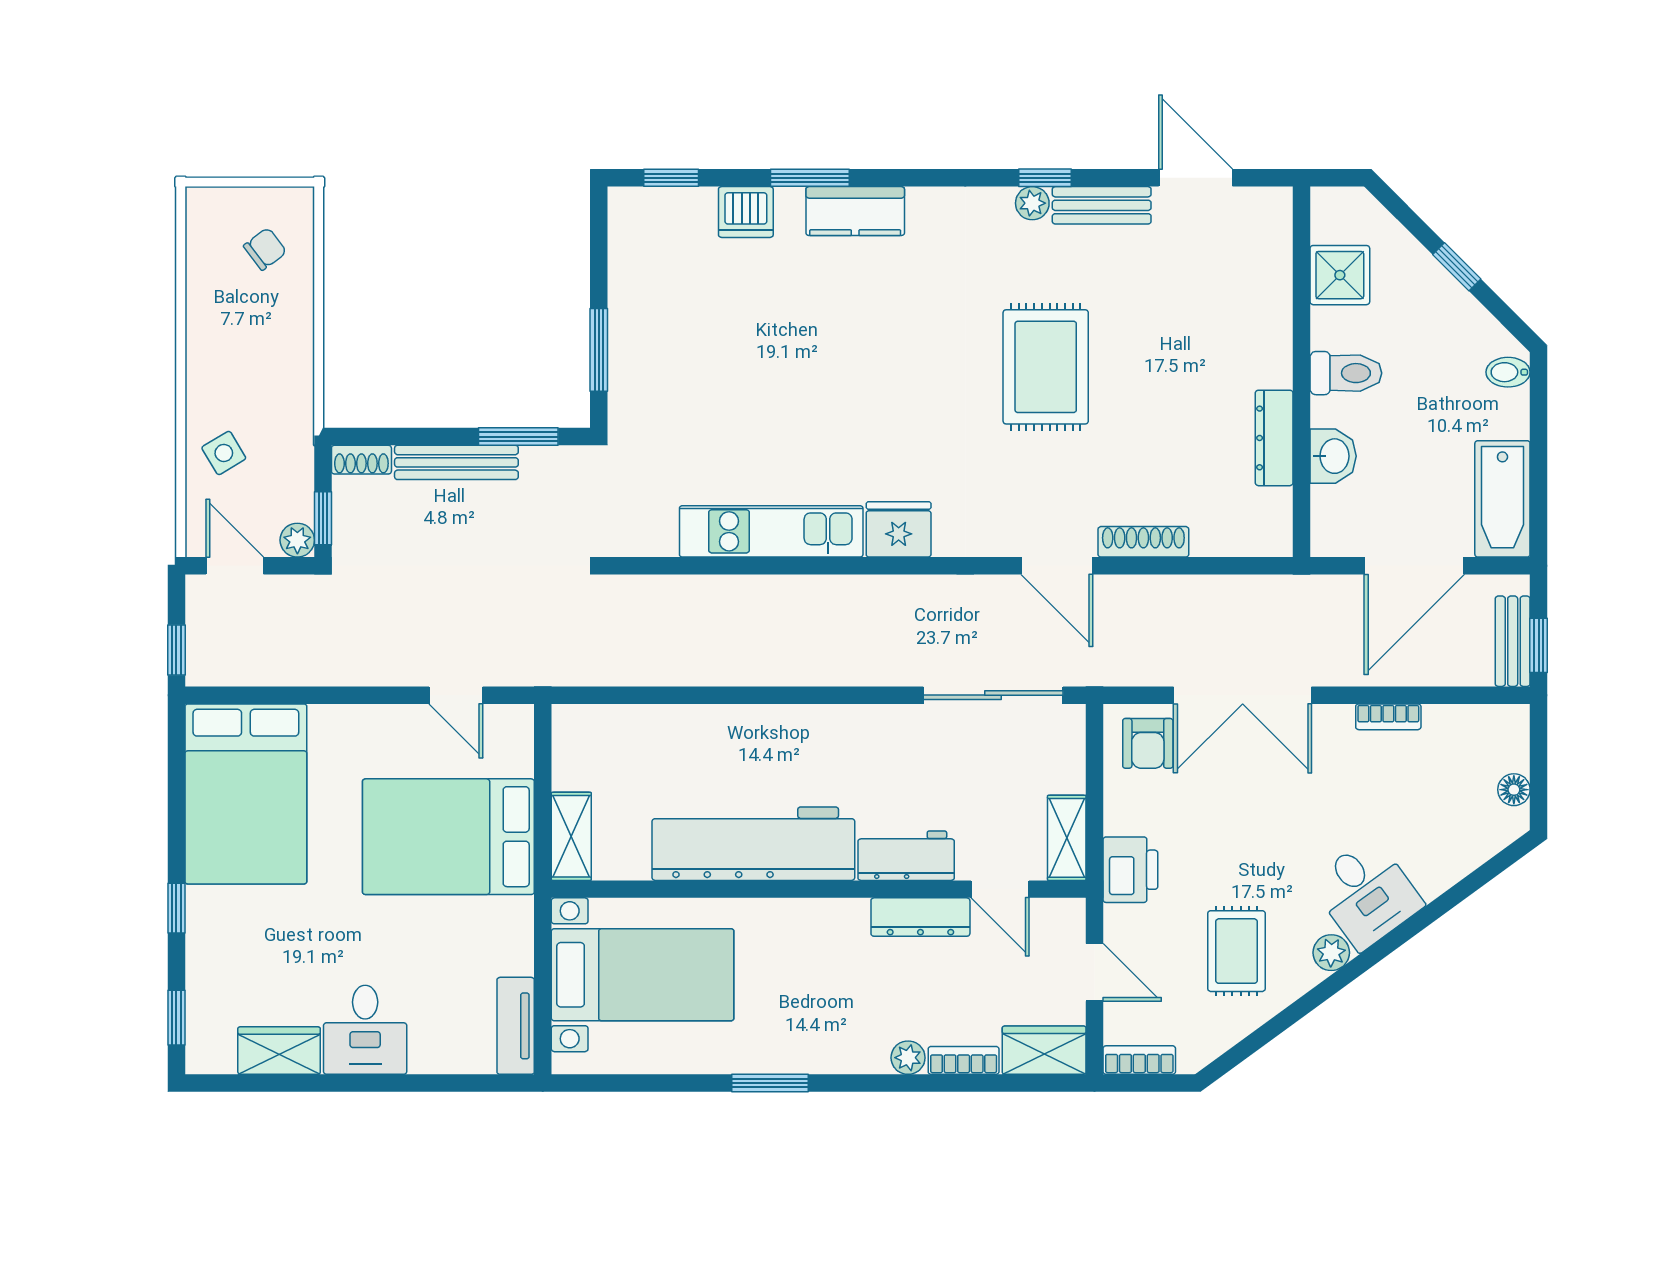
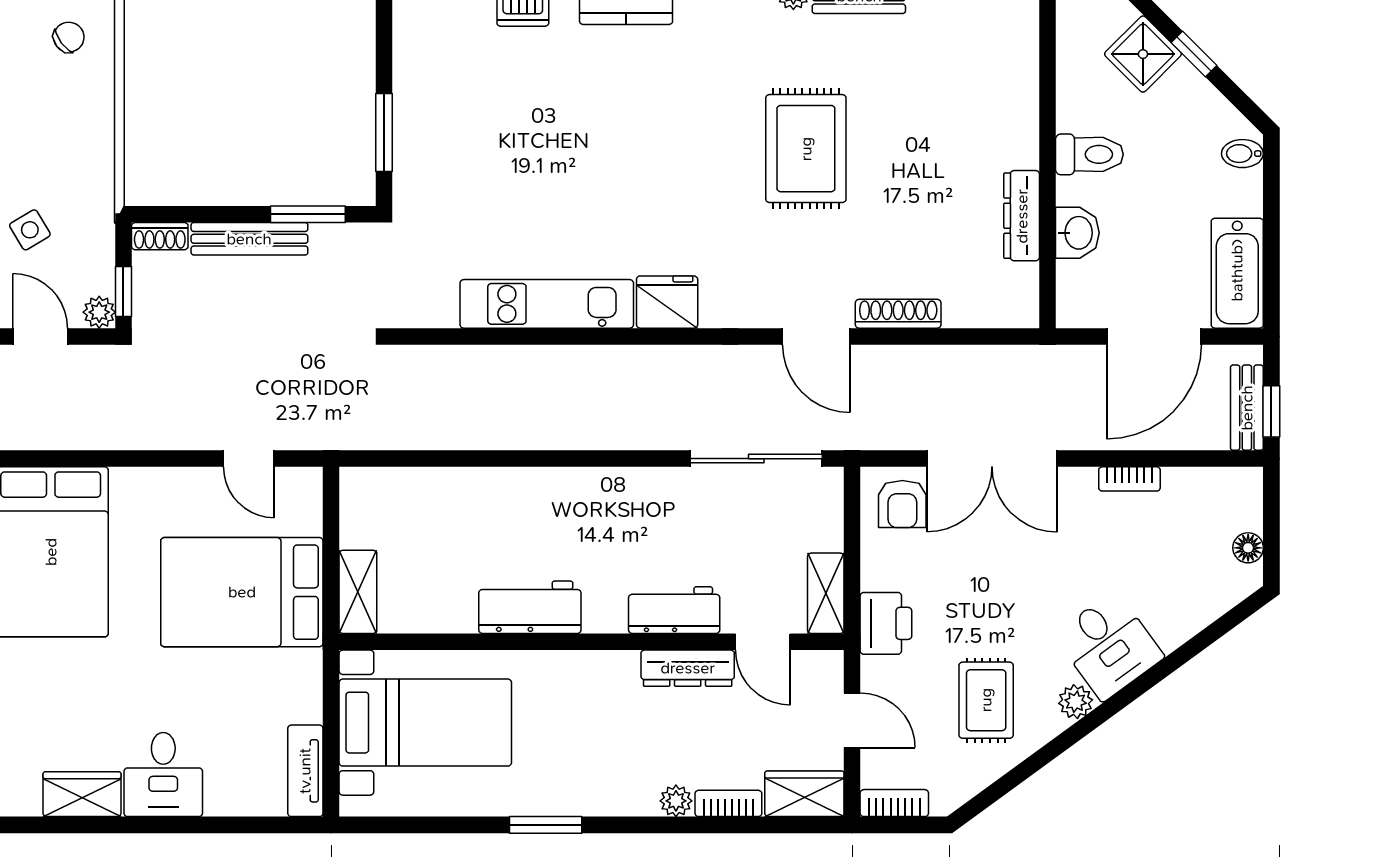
shower: (1340, 275) -> (1143, 54), moved, turned 45
workbench: (753, 844) -> (530, 607), width x0.53, depth x0.76

